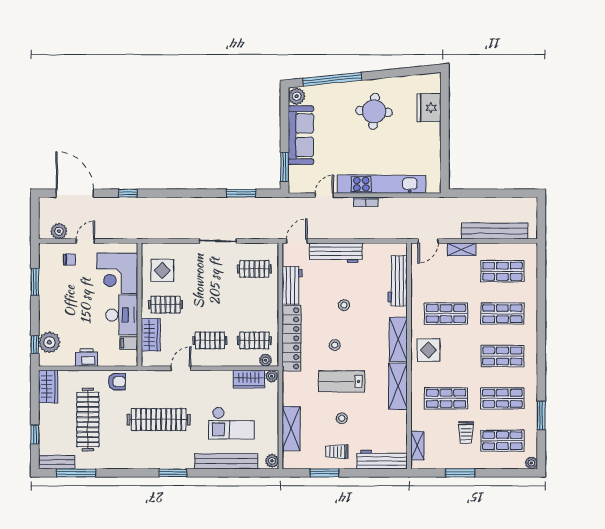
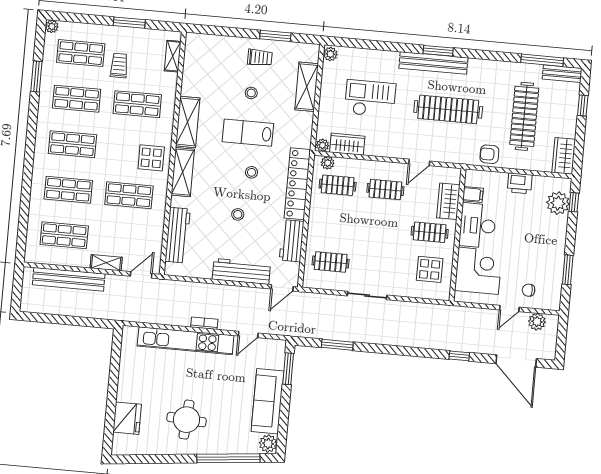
lab bench: (342, 381) -> (248, 133), turned 180
workbench: (382, 460) -> (212, 45), removed
bench: (226, 461) -> (433, 63), moved

